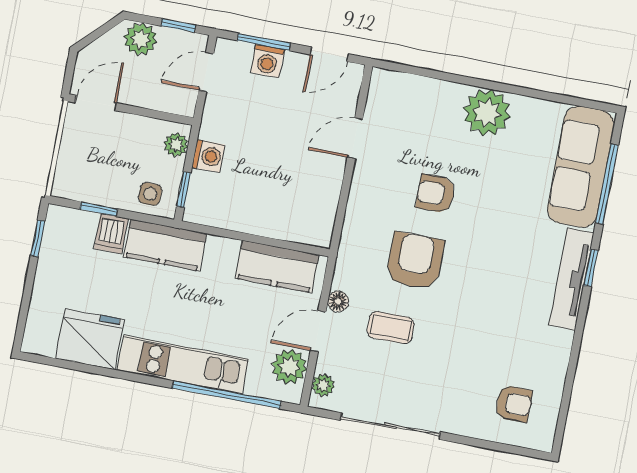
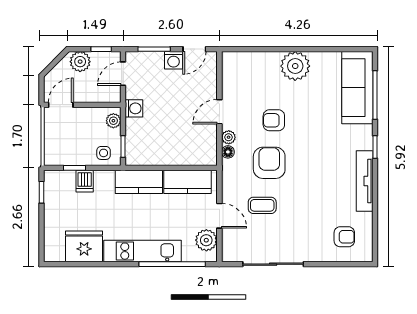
washing machine: (267, 61) -> (174, 60), moved
door: (355, 138) -> (219, 112), moved
washing machine: (208, 156) -> (134, 108), moved
kitchen counter: (165, 245) -> (139, 182), moved
tv unit: (571, 279) -> (365, 181), moved
floor lamp: (338, 301) -> (228, 152), moved
door: (318, 331) -> (219, 216), swing flipped
plant: (323, 385) -> (229, 137), moved

